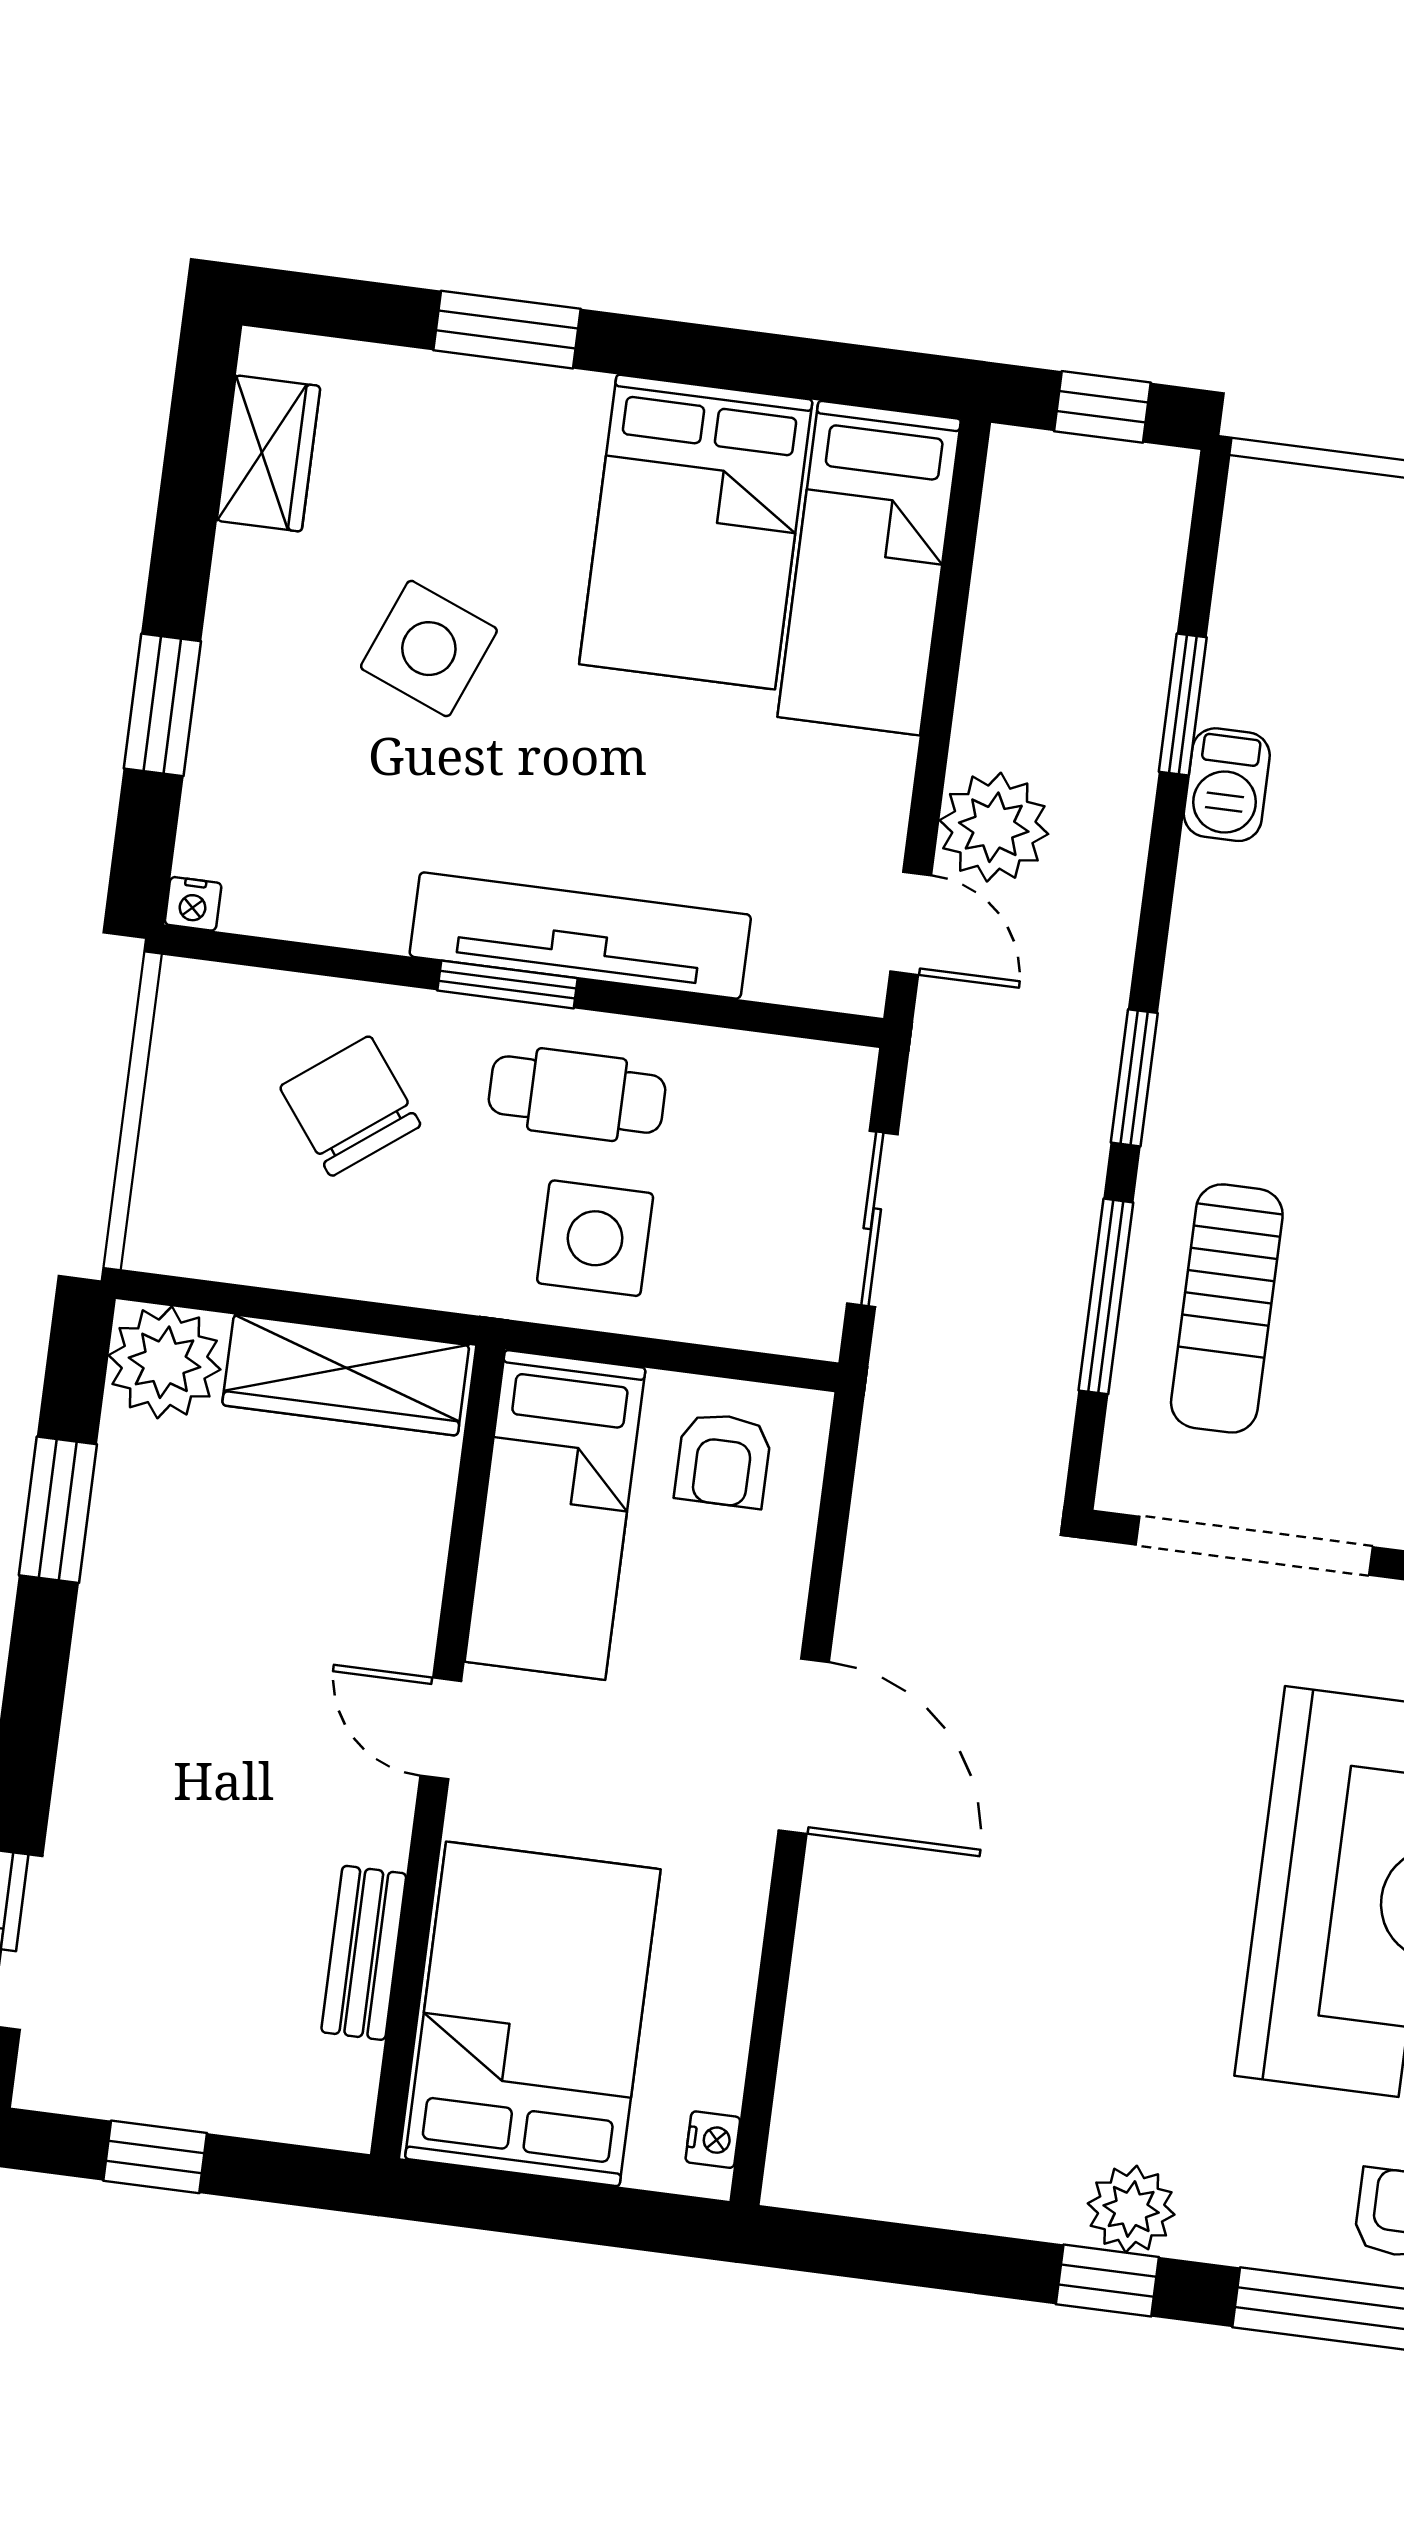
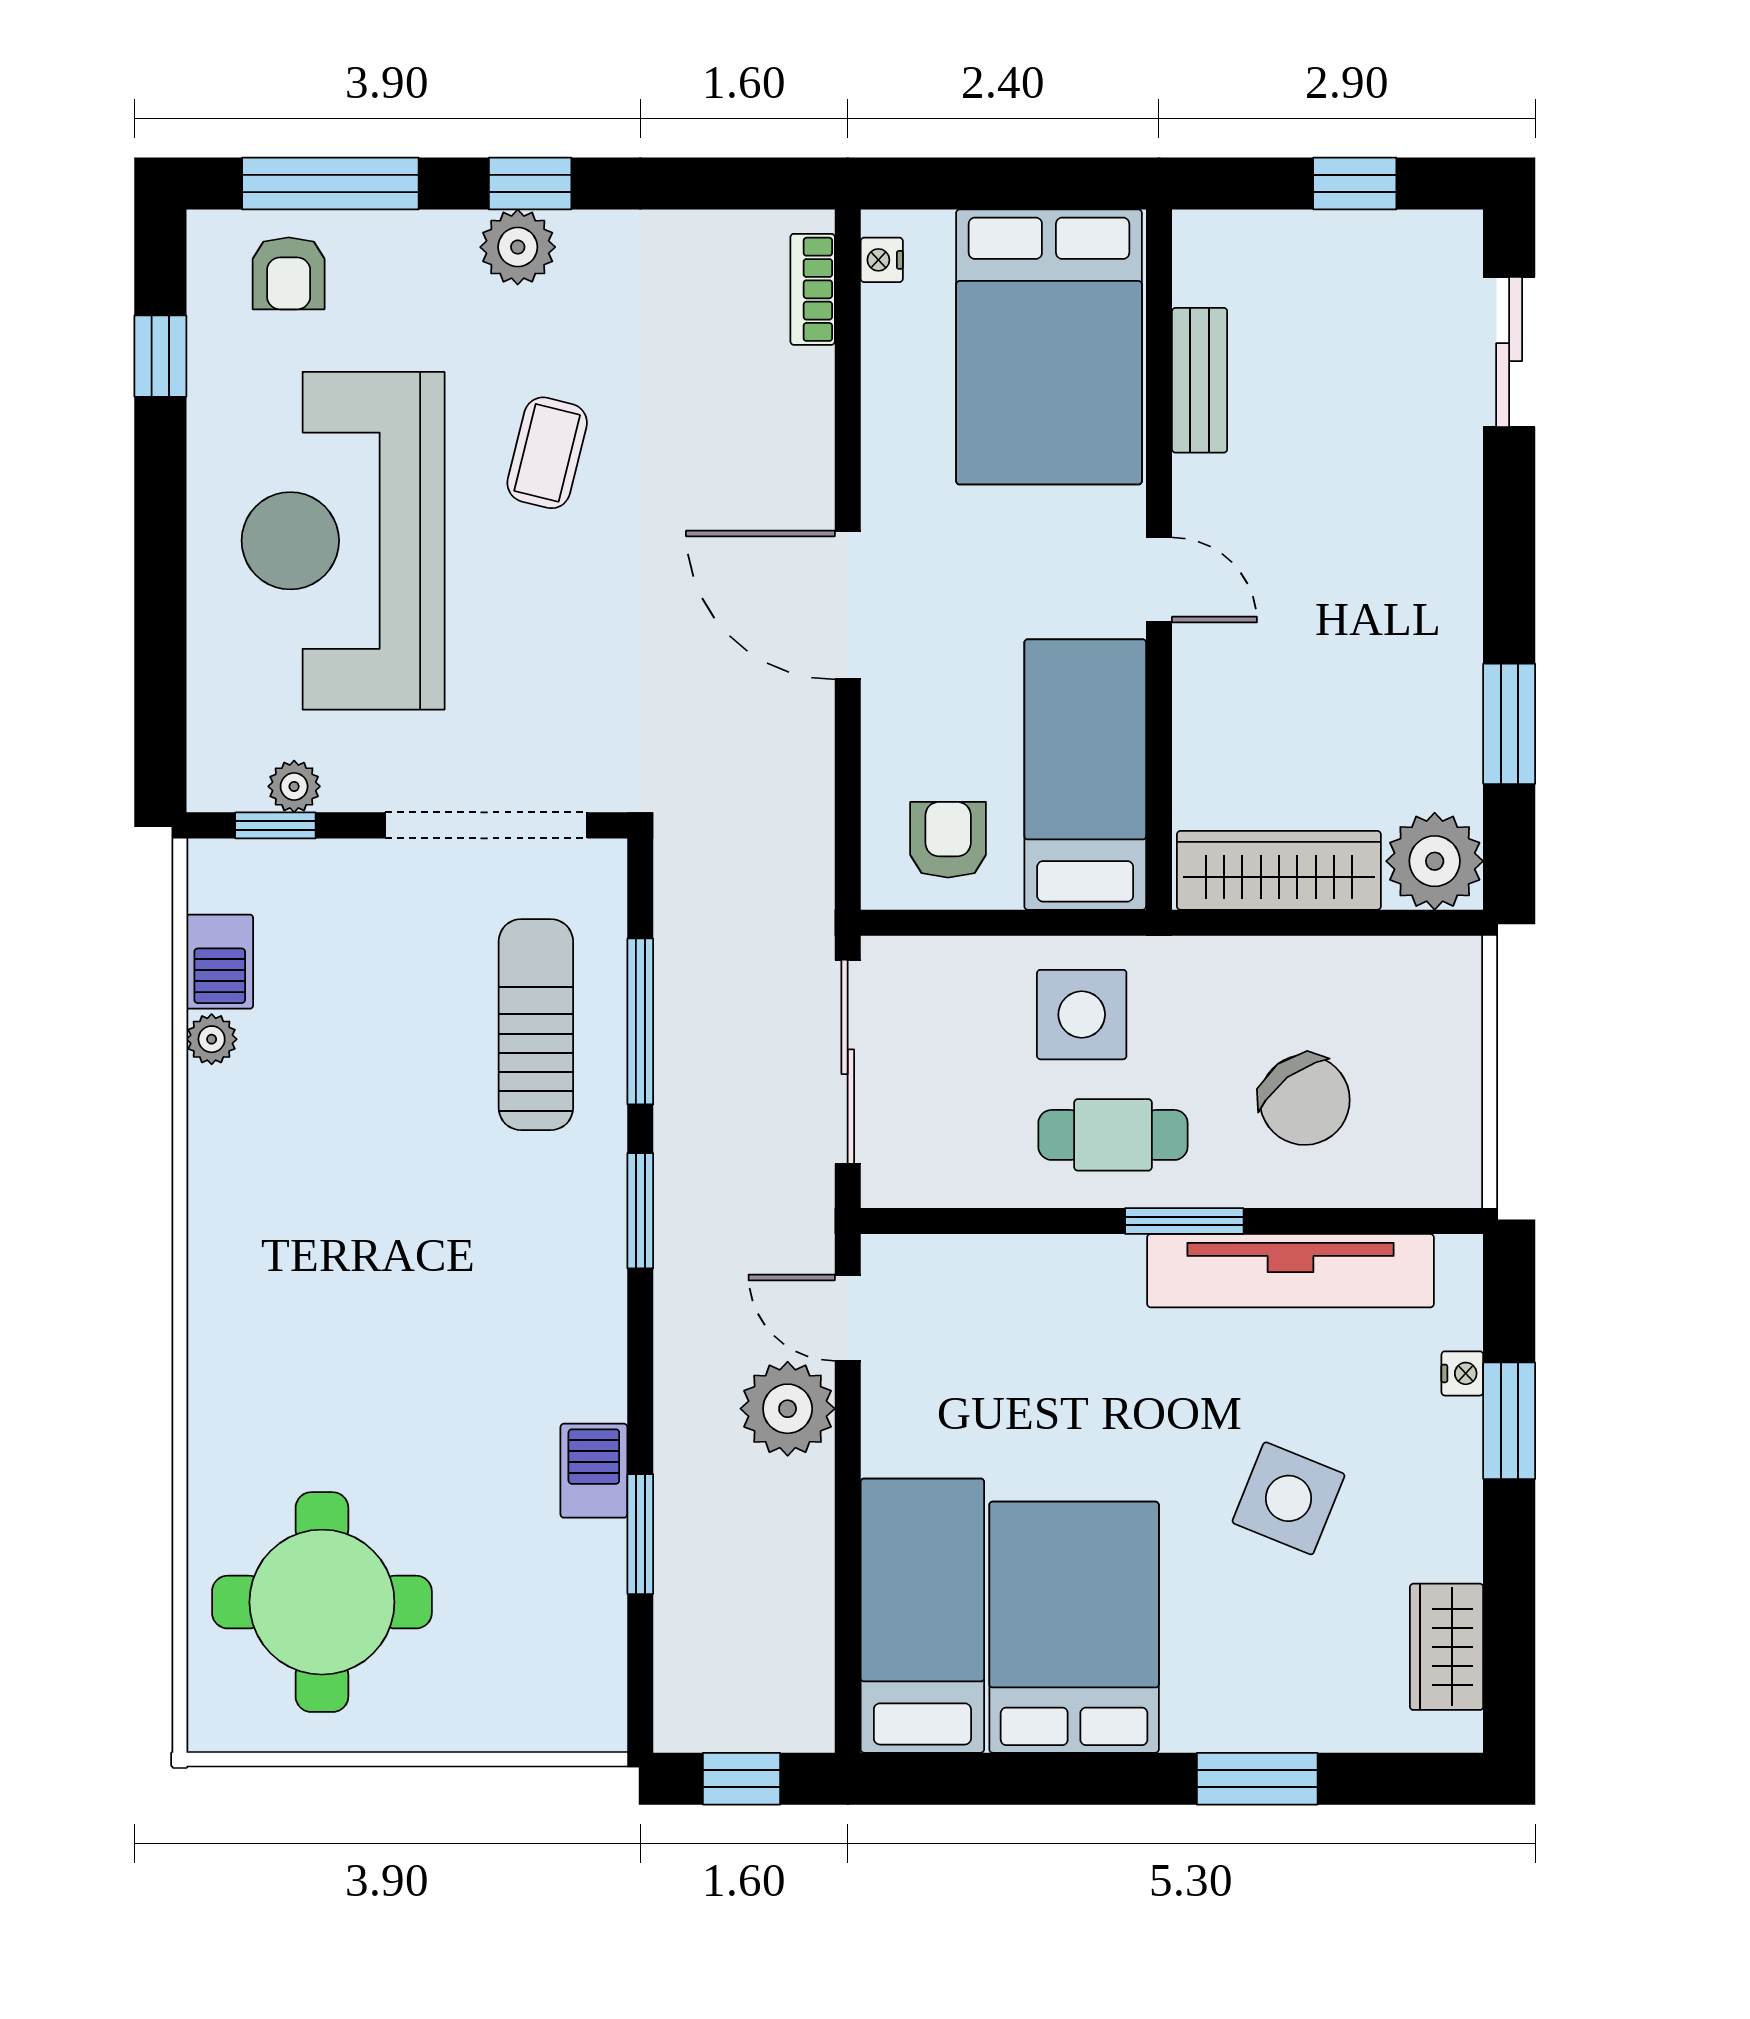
nightstand: (193, 904) -> (1462, 1373), moved, turned 90
tv unit: (580, 936) -> (1291, 1271), moved
sliding door: (872, 1219) -> (848, 1062), width x1.37
coffee table: (1128, 1967) -> (547, 453), added
bookcase: (797, 2116) -> (813, 289), added

